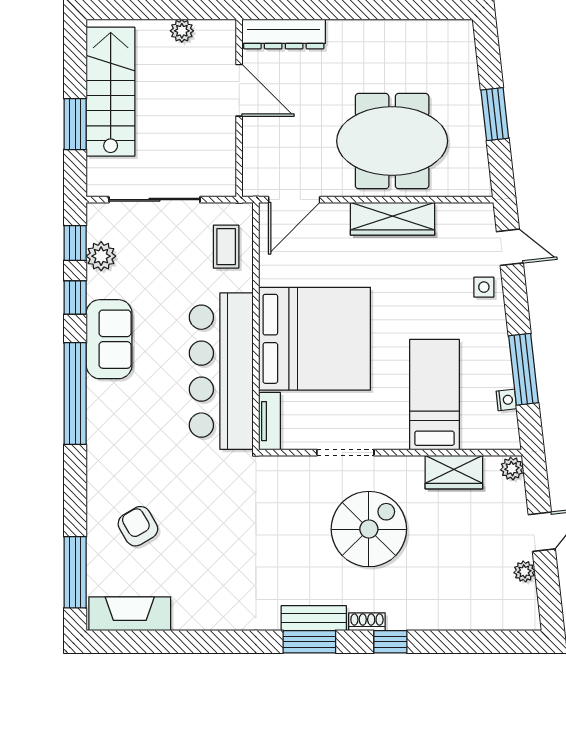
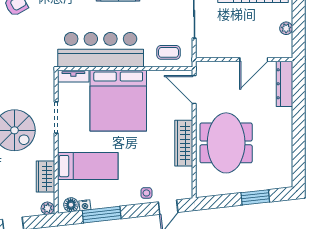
window: (495, 114) -> (255, 197), moved
floor lamp: (505, 425) -> (71, 205), added

